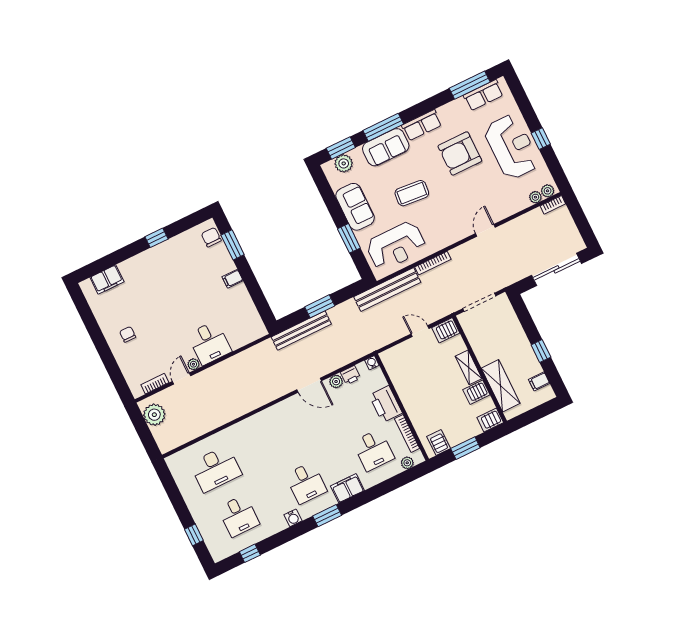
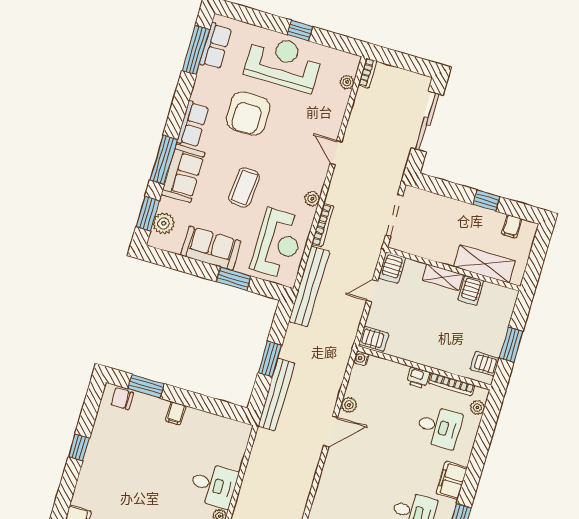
plant: (548, 191) -> (312, 199), moved
printer: (351, 375) -> (355, 387), removed
printer: (386, 404) -> (418, 378), width x0.53, depth x0.68
server rack: (490, 420) -> (374, 339), moved, turned -90

